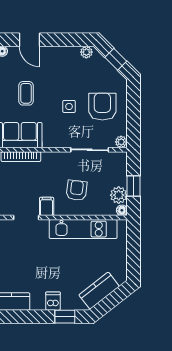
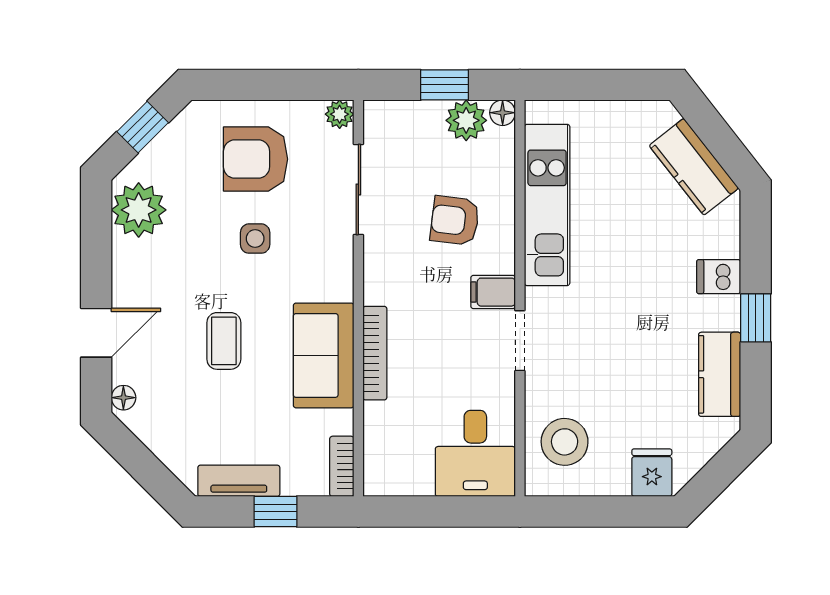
plant: (86, 52) -> (139, 210), width x1.88, depth x1.88
coffee table: (26, 93) -> (224, 341), turned 90
window: (65, 317) -> (756, 318), moved

